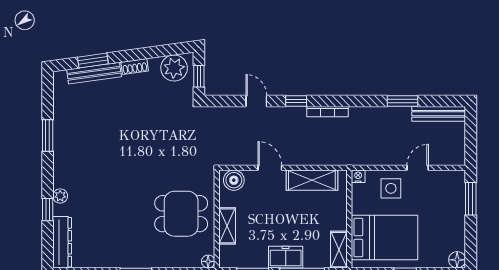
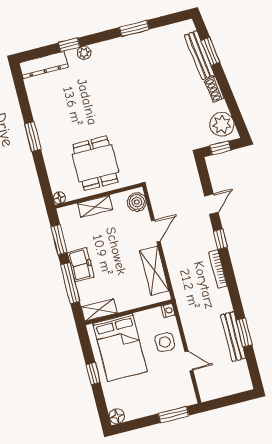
bench: (439, 114) -> (233, 337), moved

